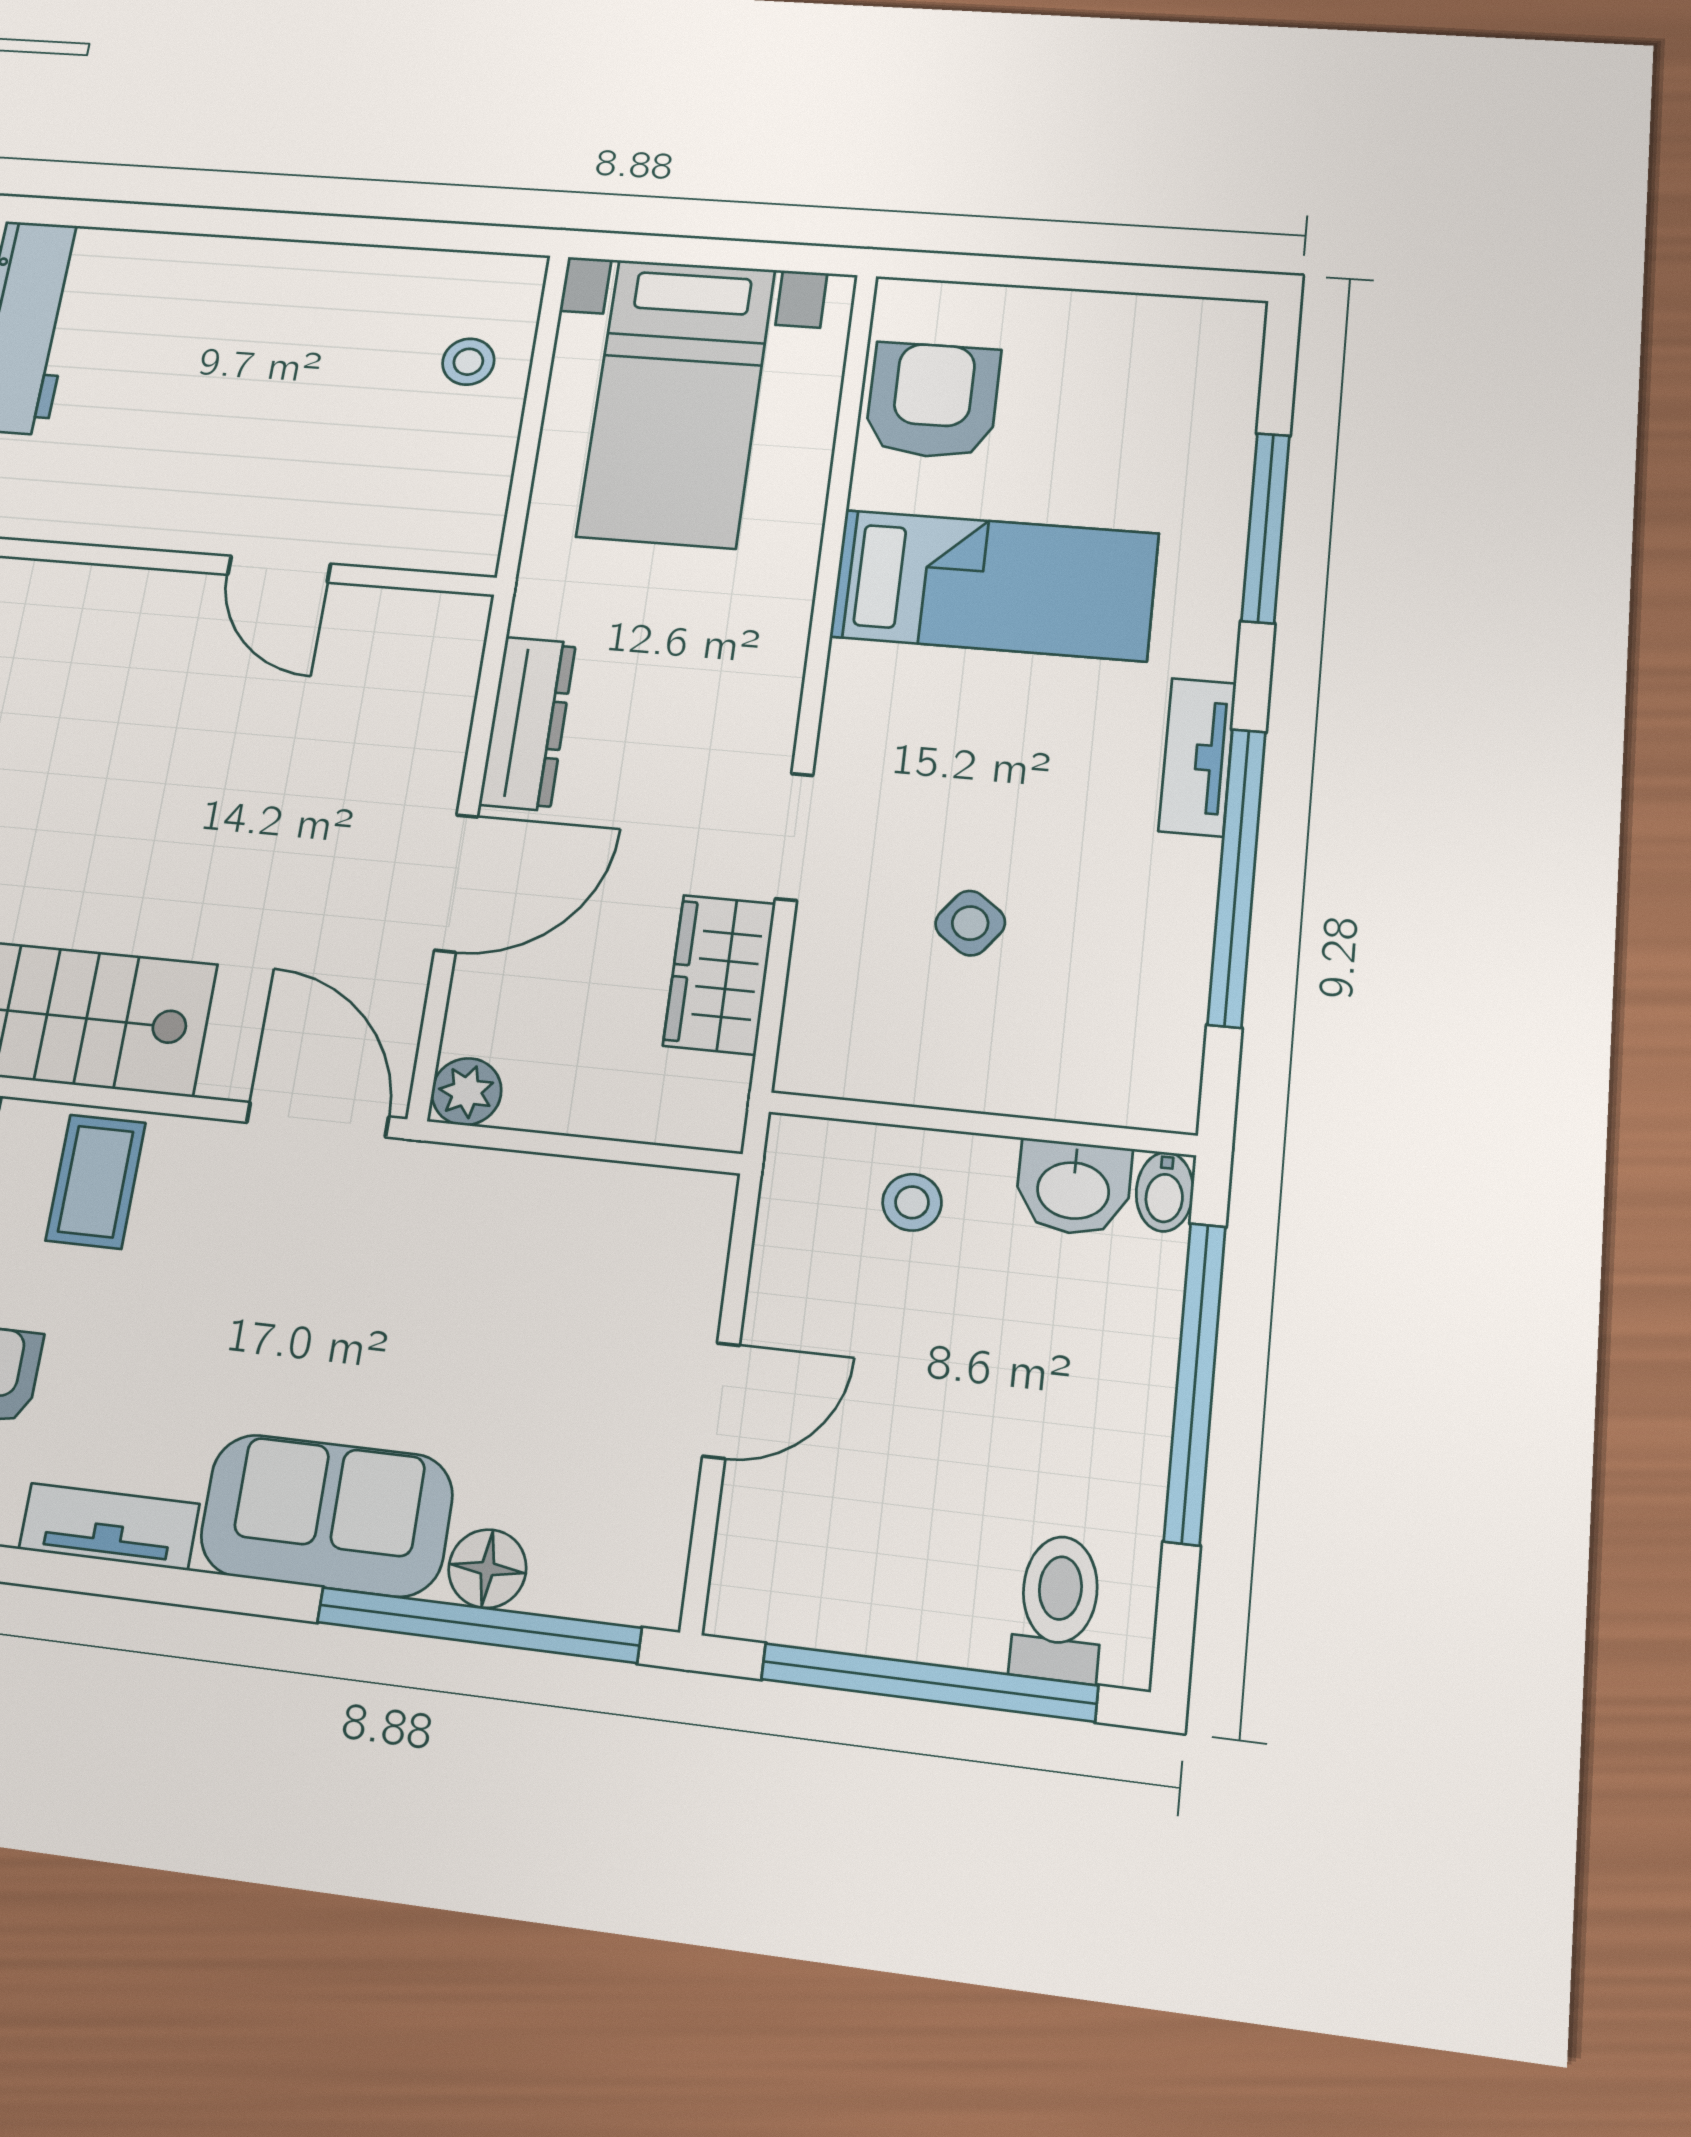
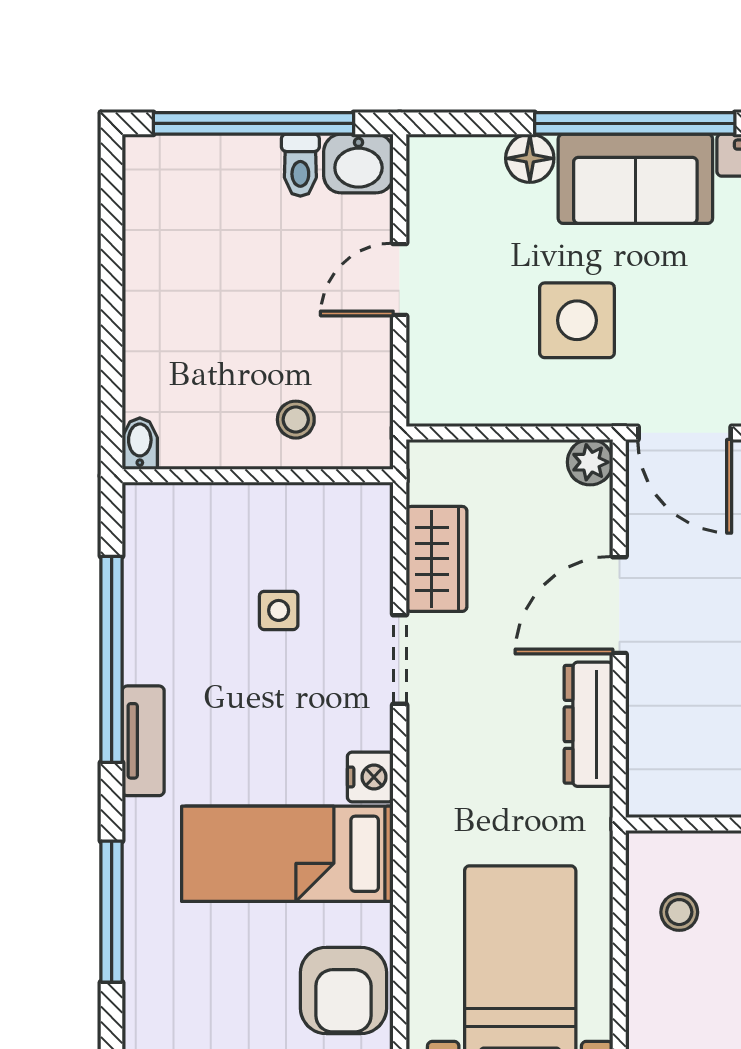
stool: (468, 362) -> (679, 912), moved
nightstand: (859, 679) -> (370, 777), added
side table: (970, 923) -> (279, 610), turned -37
washbasin: (1073, 1188) -> (358, 164), moved, turned 180
side table: (453, 1306) -> (577, 320), added
window: (1195, 1382) -> (112, 325), removed
toilet: (1059, 1608) -> (300, 165), moved, width x0.73, depth x0.72
window: (479, 1625) -> (635, 123), moved

